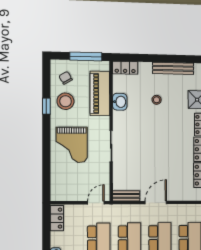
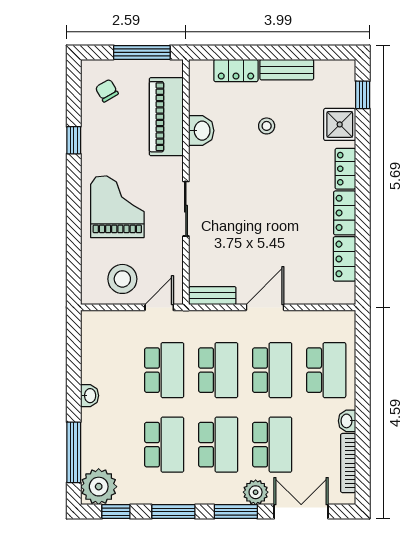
locker: (125, 68) -> (236, 70), moved
bench: (173, 68) -> (287, 70), width x0.73
stool: (65, 101) -> (122, 279), moved
grand piano: (72, 145) -> (117, 207), turned 180
locker: (57, 218) -> (92, 334), removed

